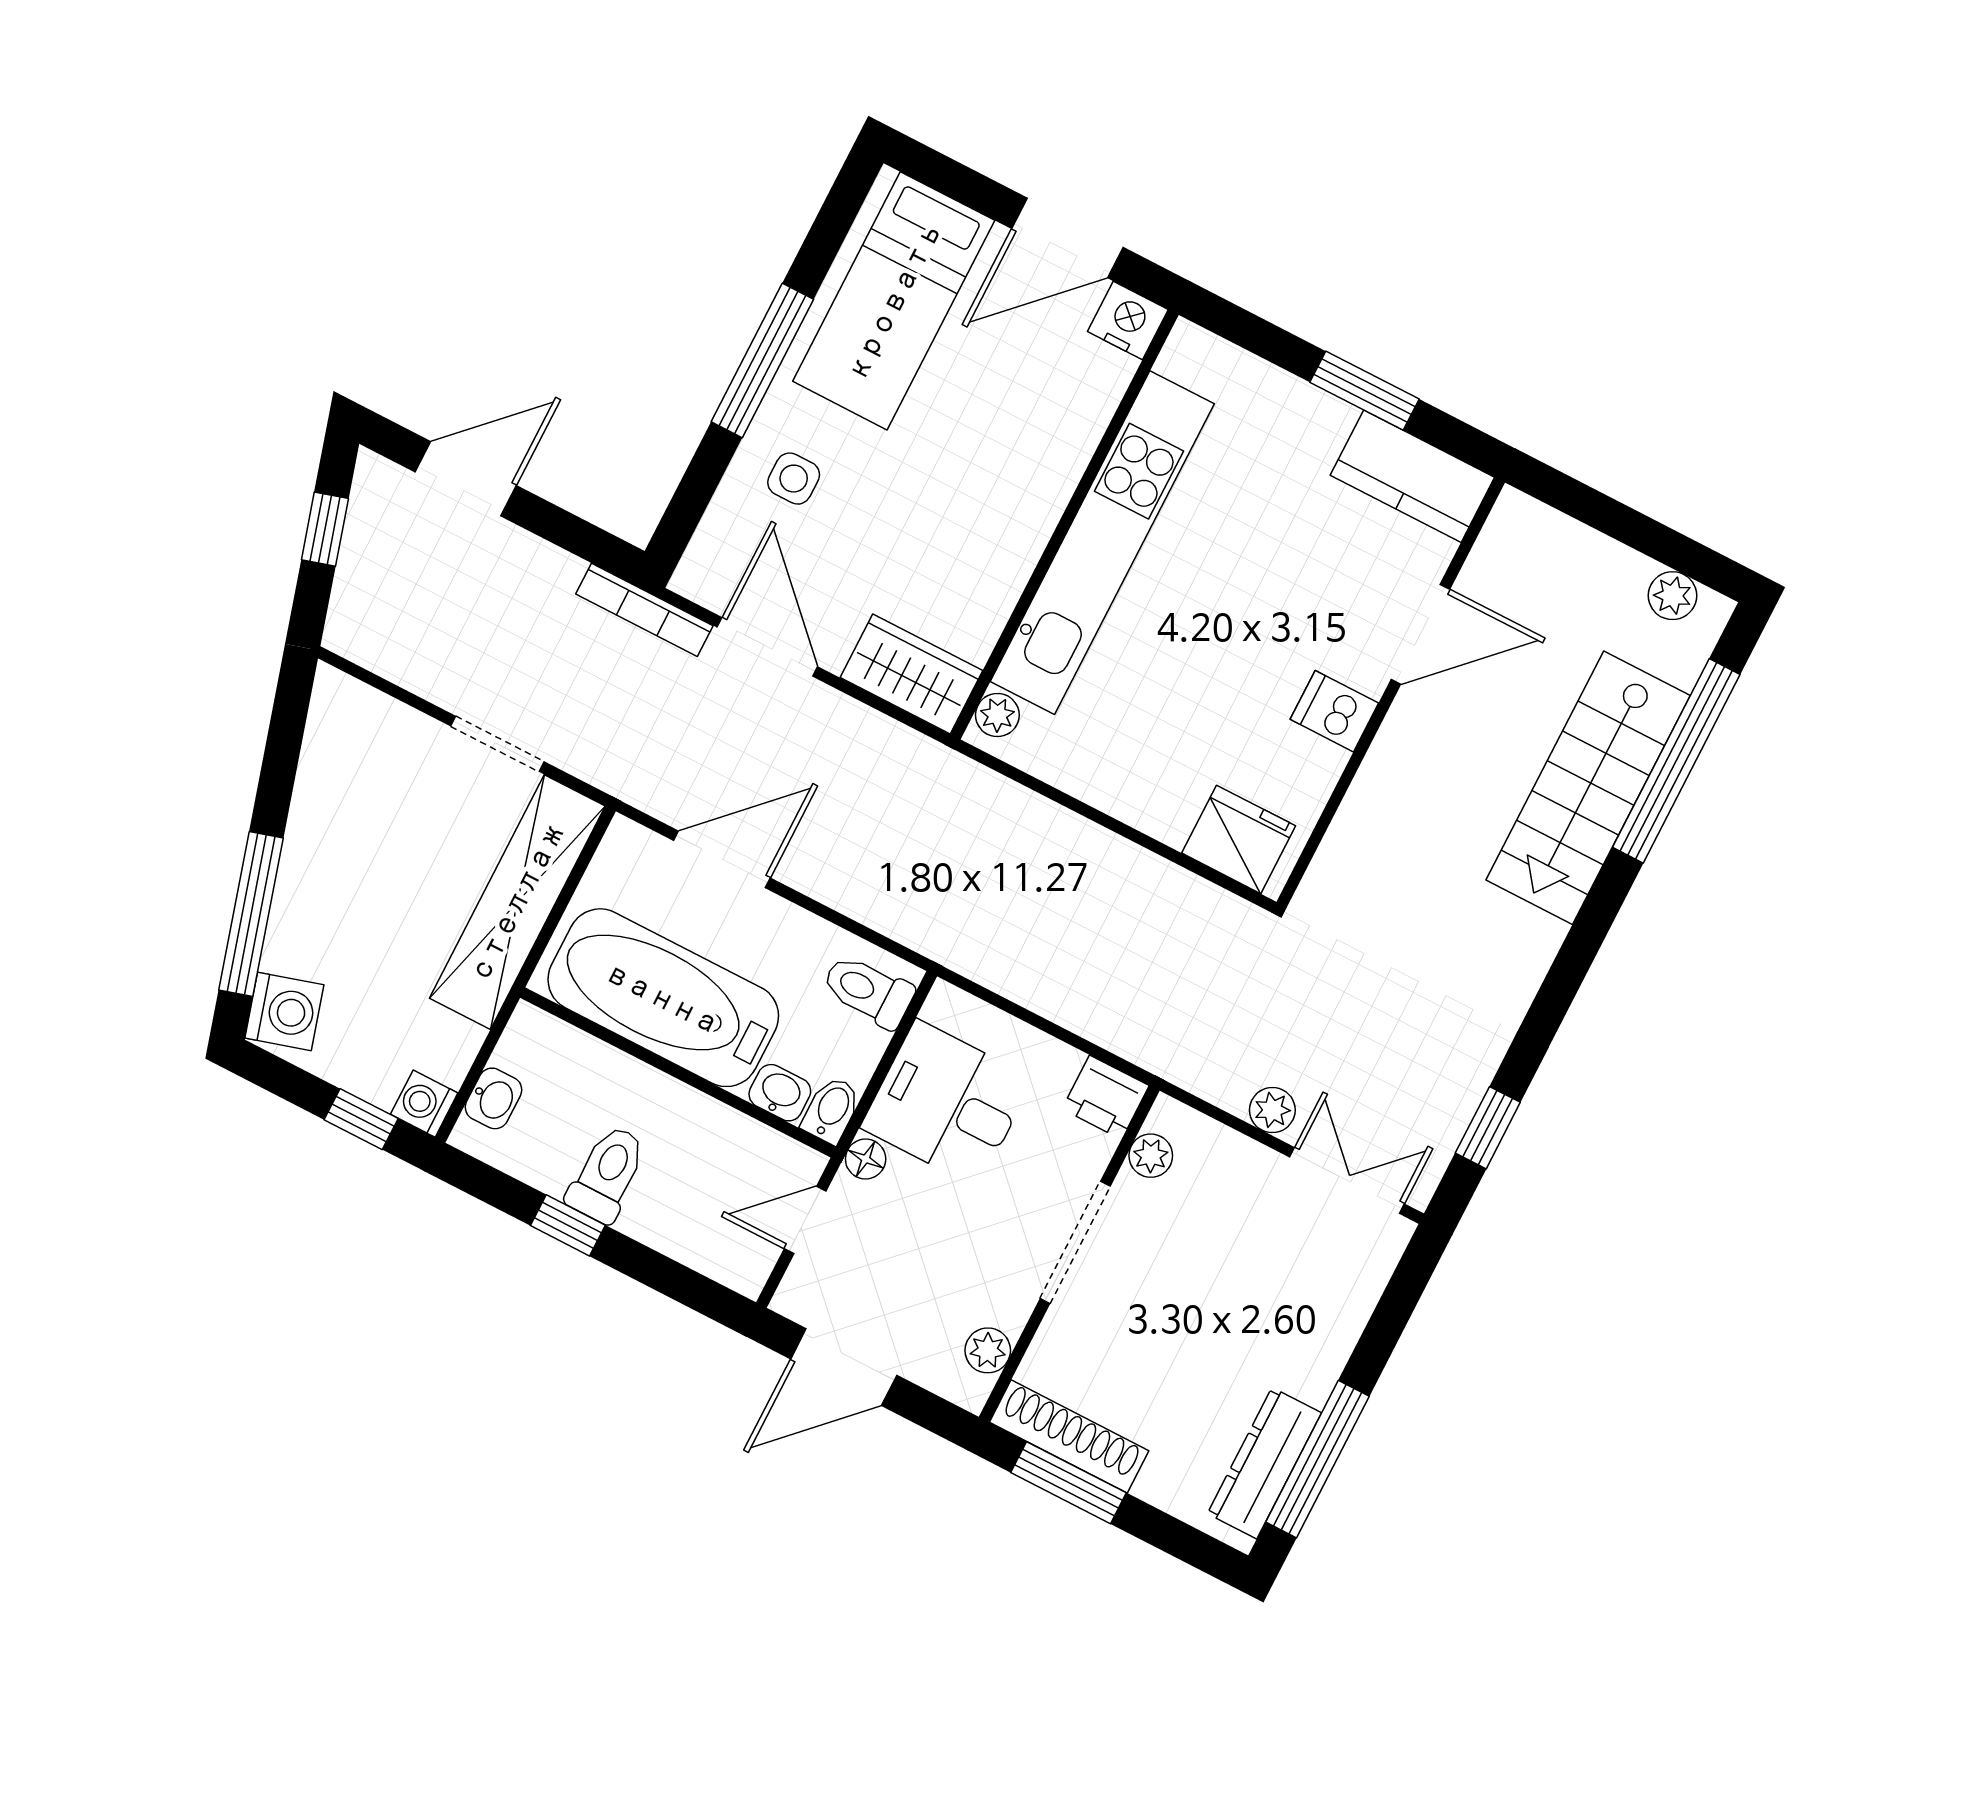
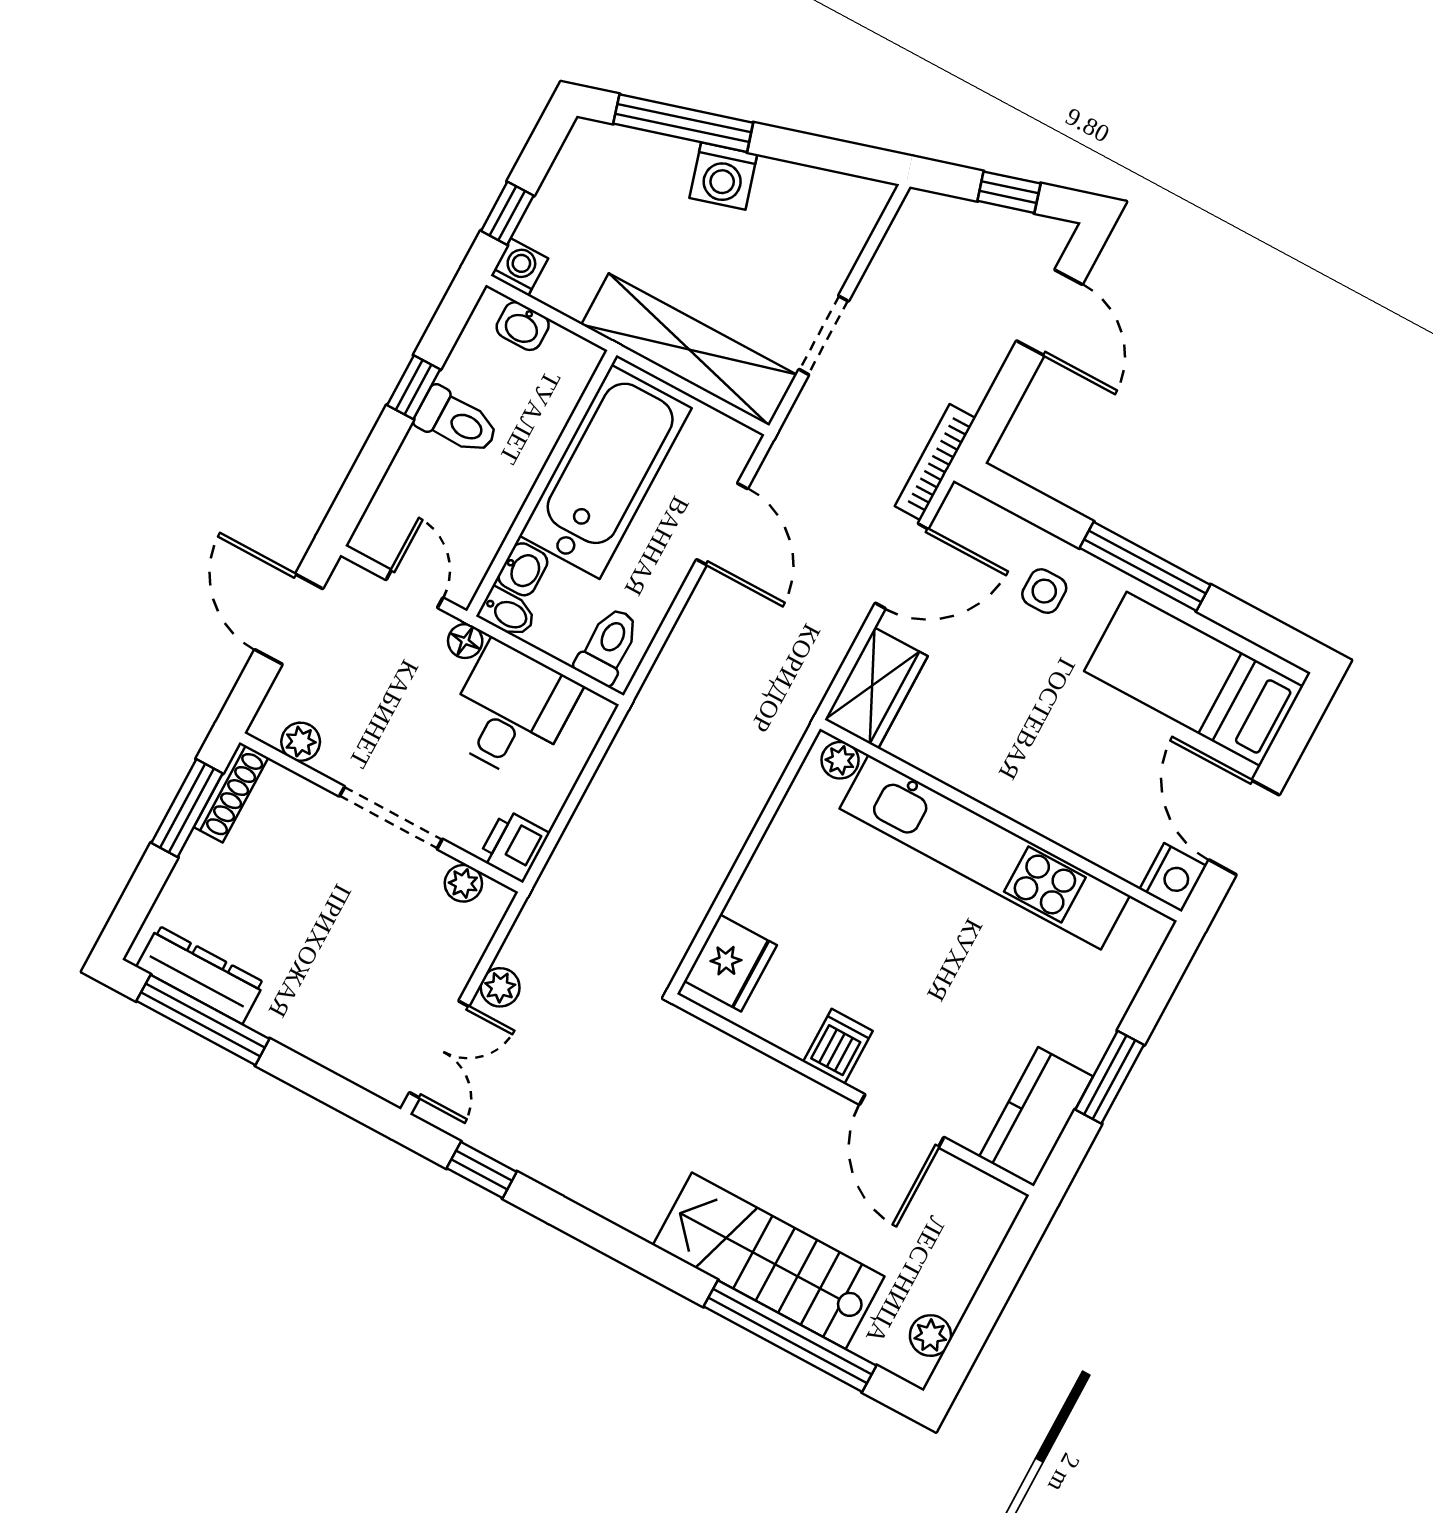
washing machine: (284, 1011) -> (723, 176), moved
shoe rack: (1069, 1436) -> (231, 792), width x0.74, depth x0.81

